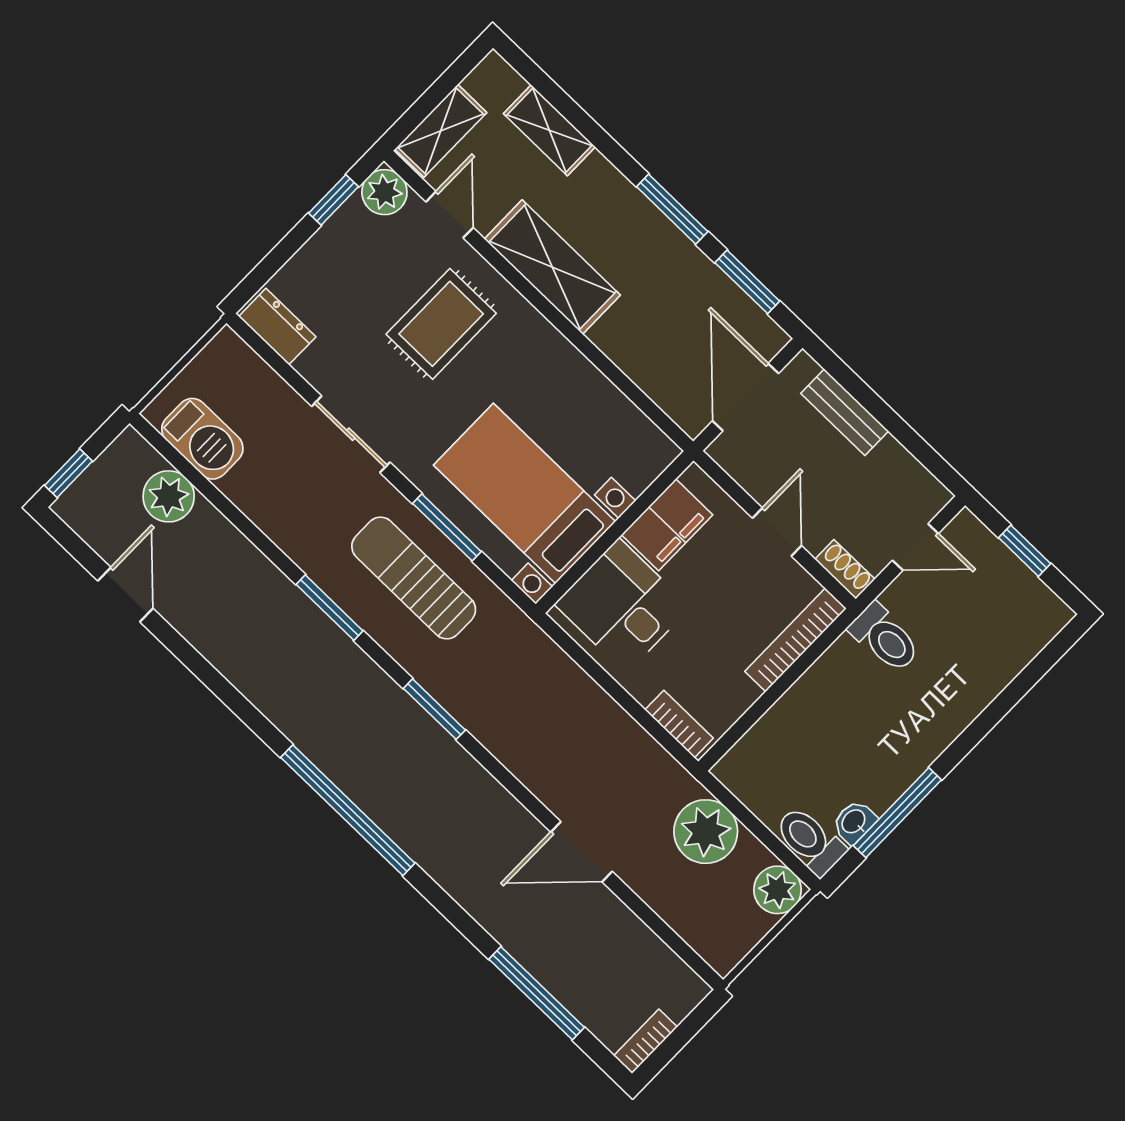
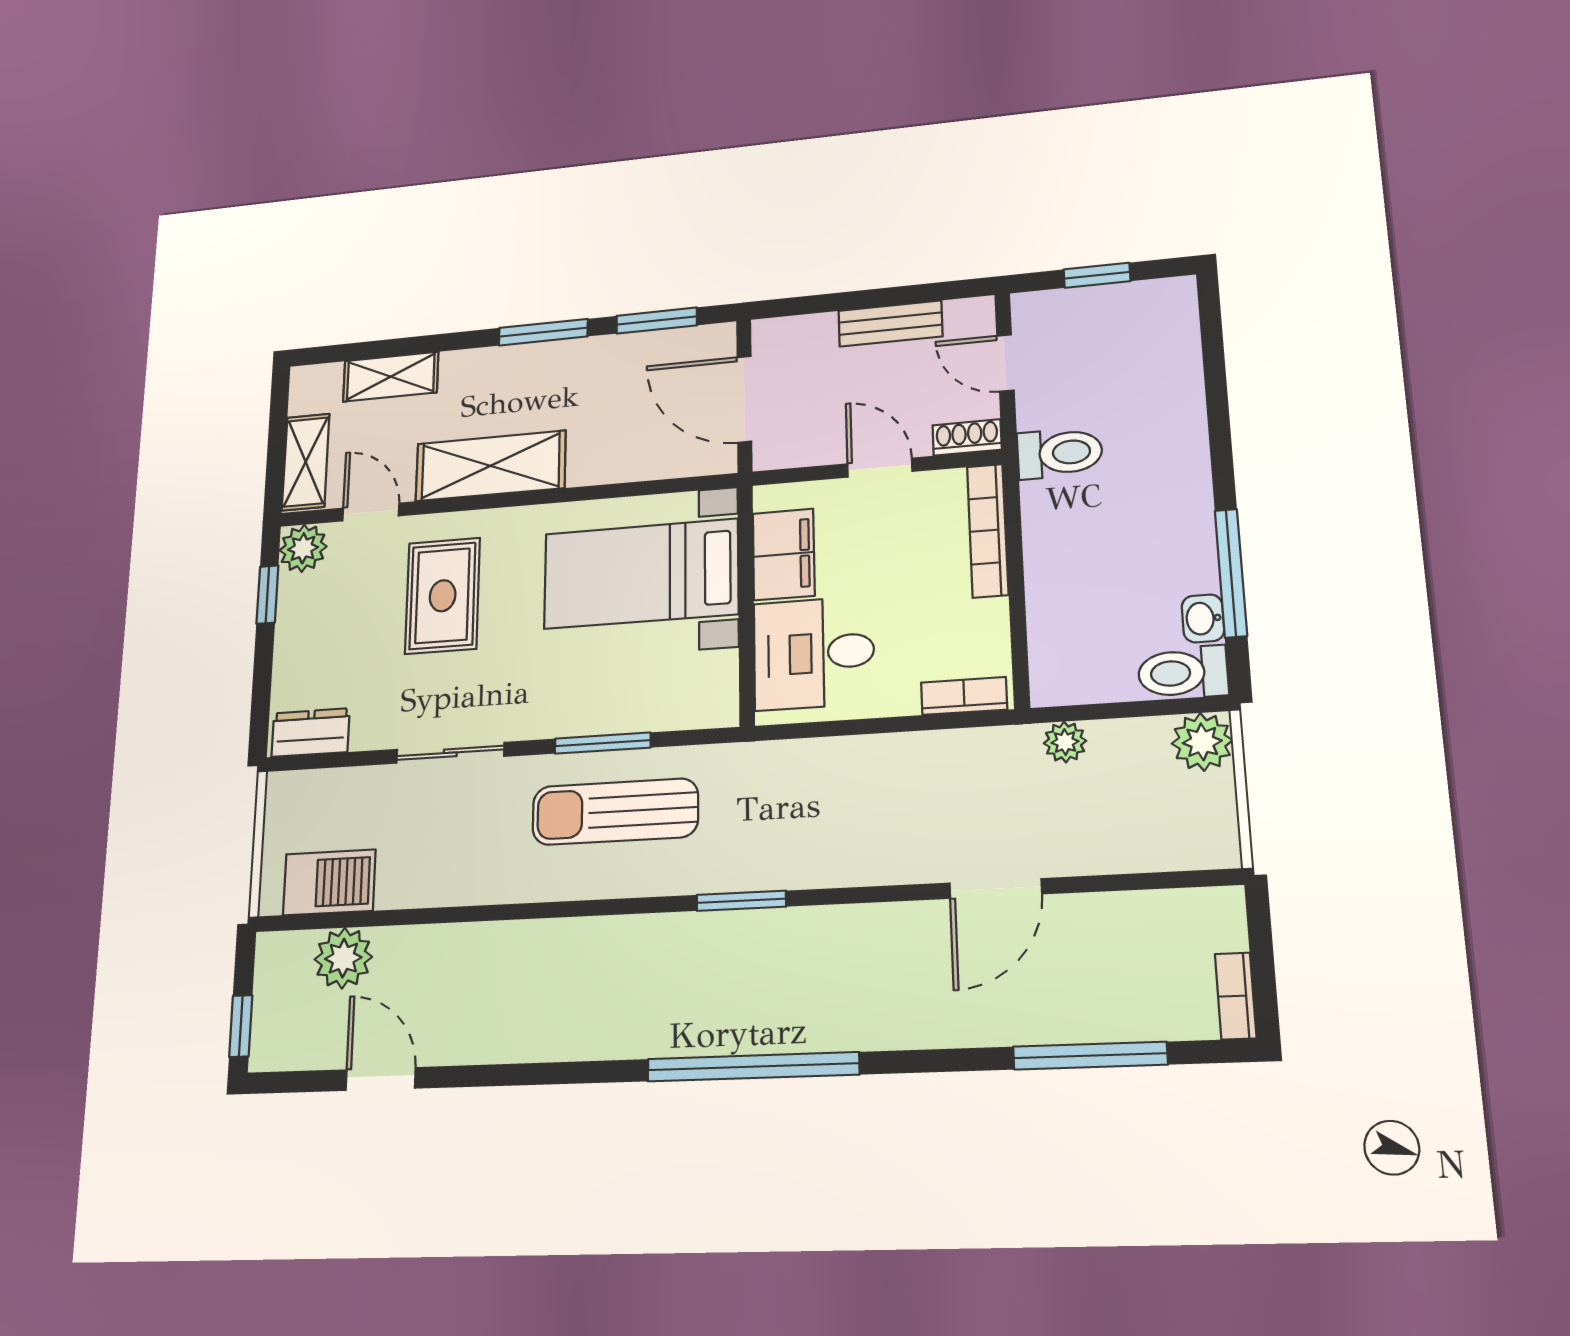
bench: (845, 412) -> (890, 324), moved
bed with nightstands: (525, 493) -> (641, 574), moved
door: (915, 547) -> (1005, 363), swing flipped
window: (330, 608) -> (567, 909), removed
plant: (706, 832) -> (1065, 742), width x0.53, depth x0.53

